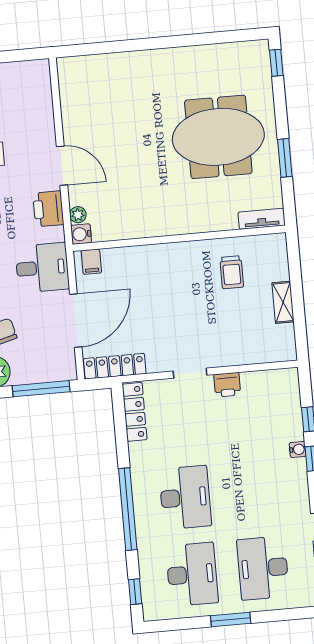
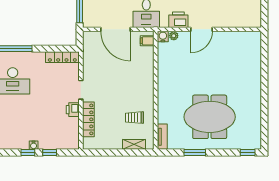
meeting table: (218, 137) -> (210, 117), turned 90
shelving: (283, 302) -> (134, 144), moved
locker: (115, 366) -> (88, 119), moved

